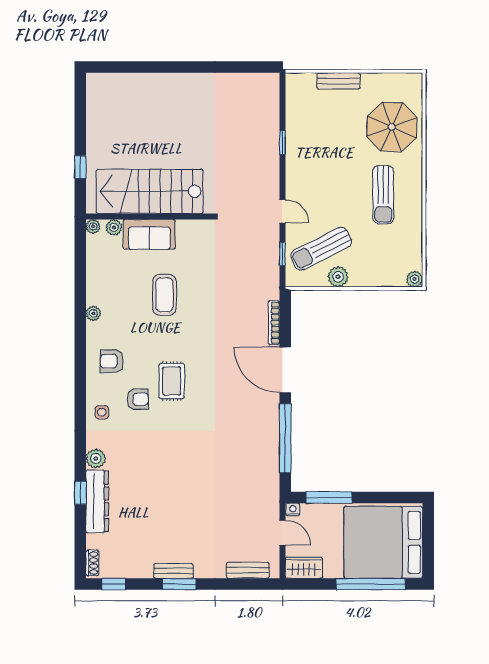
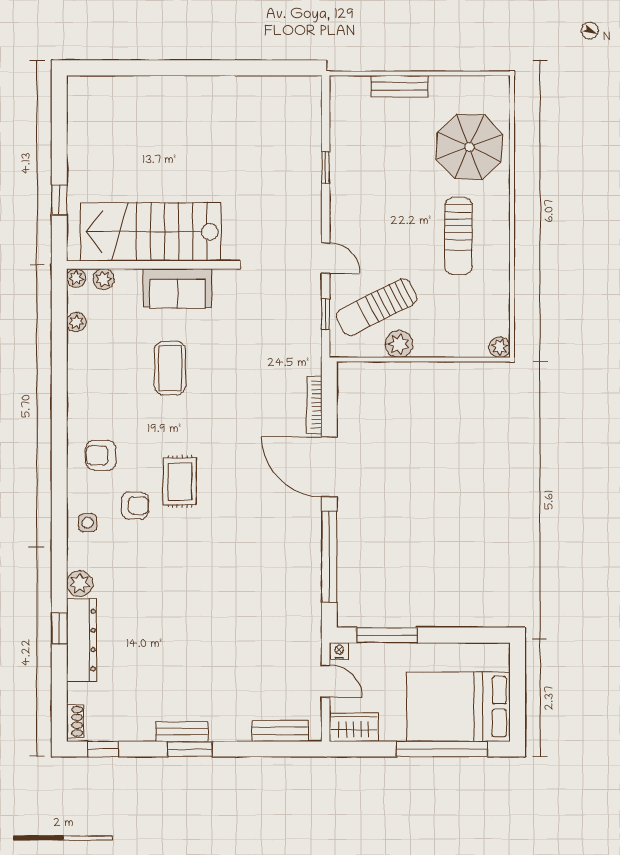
sofa: (149, 234) -> (177, 288), moved
plant: (93, 313) -> (76, 322), moved
bed: (383, 542) -> (458, 707), width x0.73

